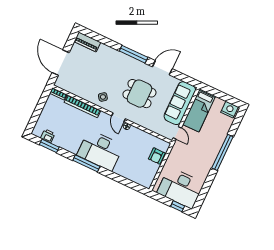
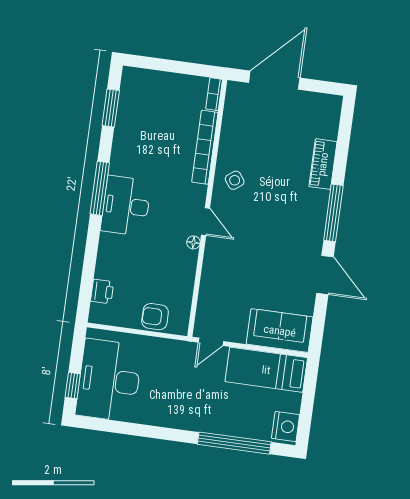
piano: (87, 42) -> (323, 164), moved
dining table: (139, 94) -> (263, 247), removed
sofa: (180, 103) -> (280, 331), width x0.73
door: (118, 117) -> (205, 222), swing flipped
printer: (48, 136) -> (102, 291), moved
desk: (100, 150) -> (126, 206), width x0.73, depth x0.77
window: (222, 152) -> (234, 443), moved

